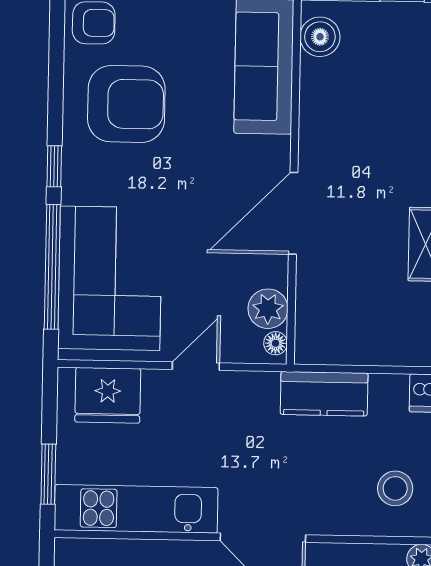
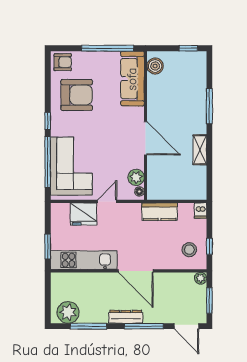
door: (293, 213) -> (146, 138), swing flipped
fridge: (108, 395) -> (83, 214), moved

